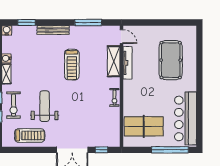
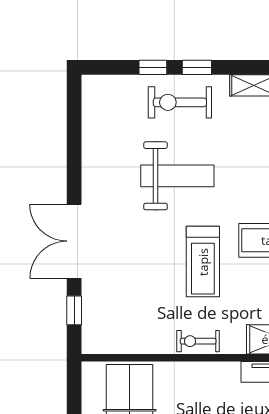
treadmill: (30, 135) -> (203, 262), moved

